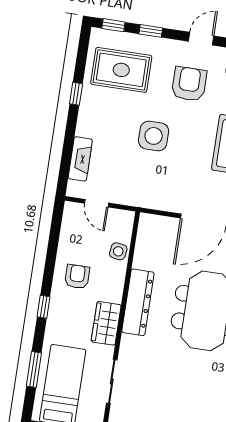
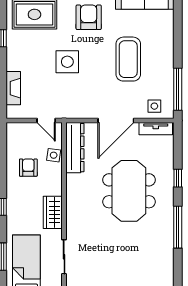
door: (97, 203) -> (46, 120), moved
armchair: (77, 277) -> (28, 168), moved
dresser: (138, 302) -> (75, 148), moved

